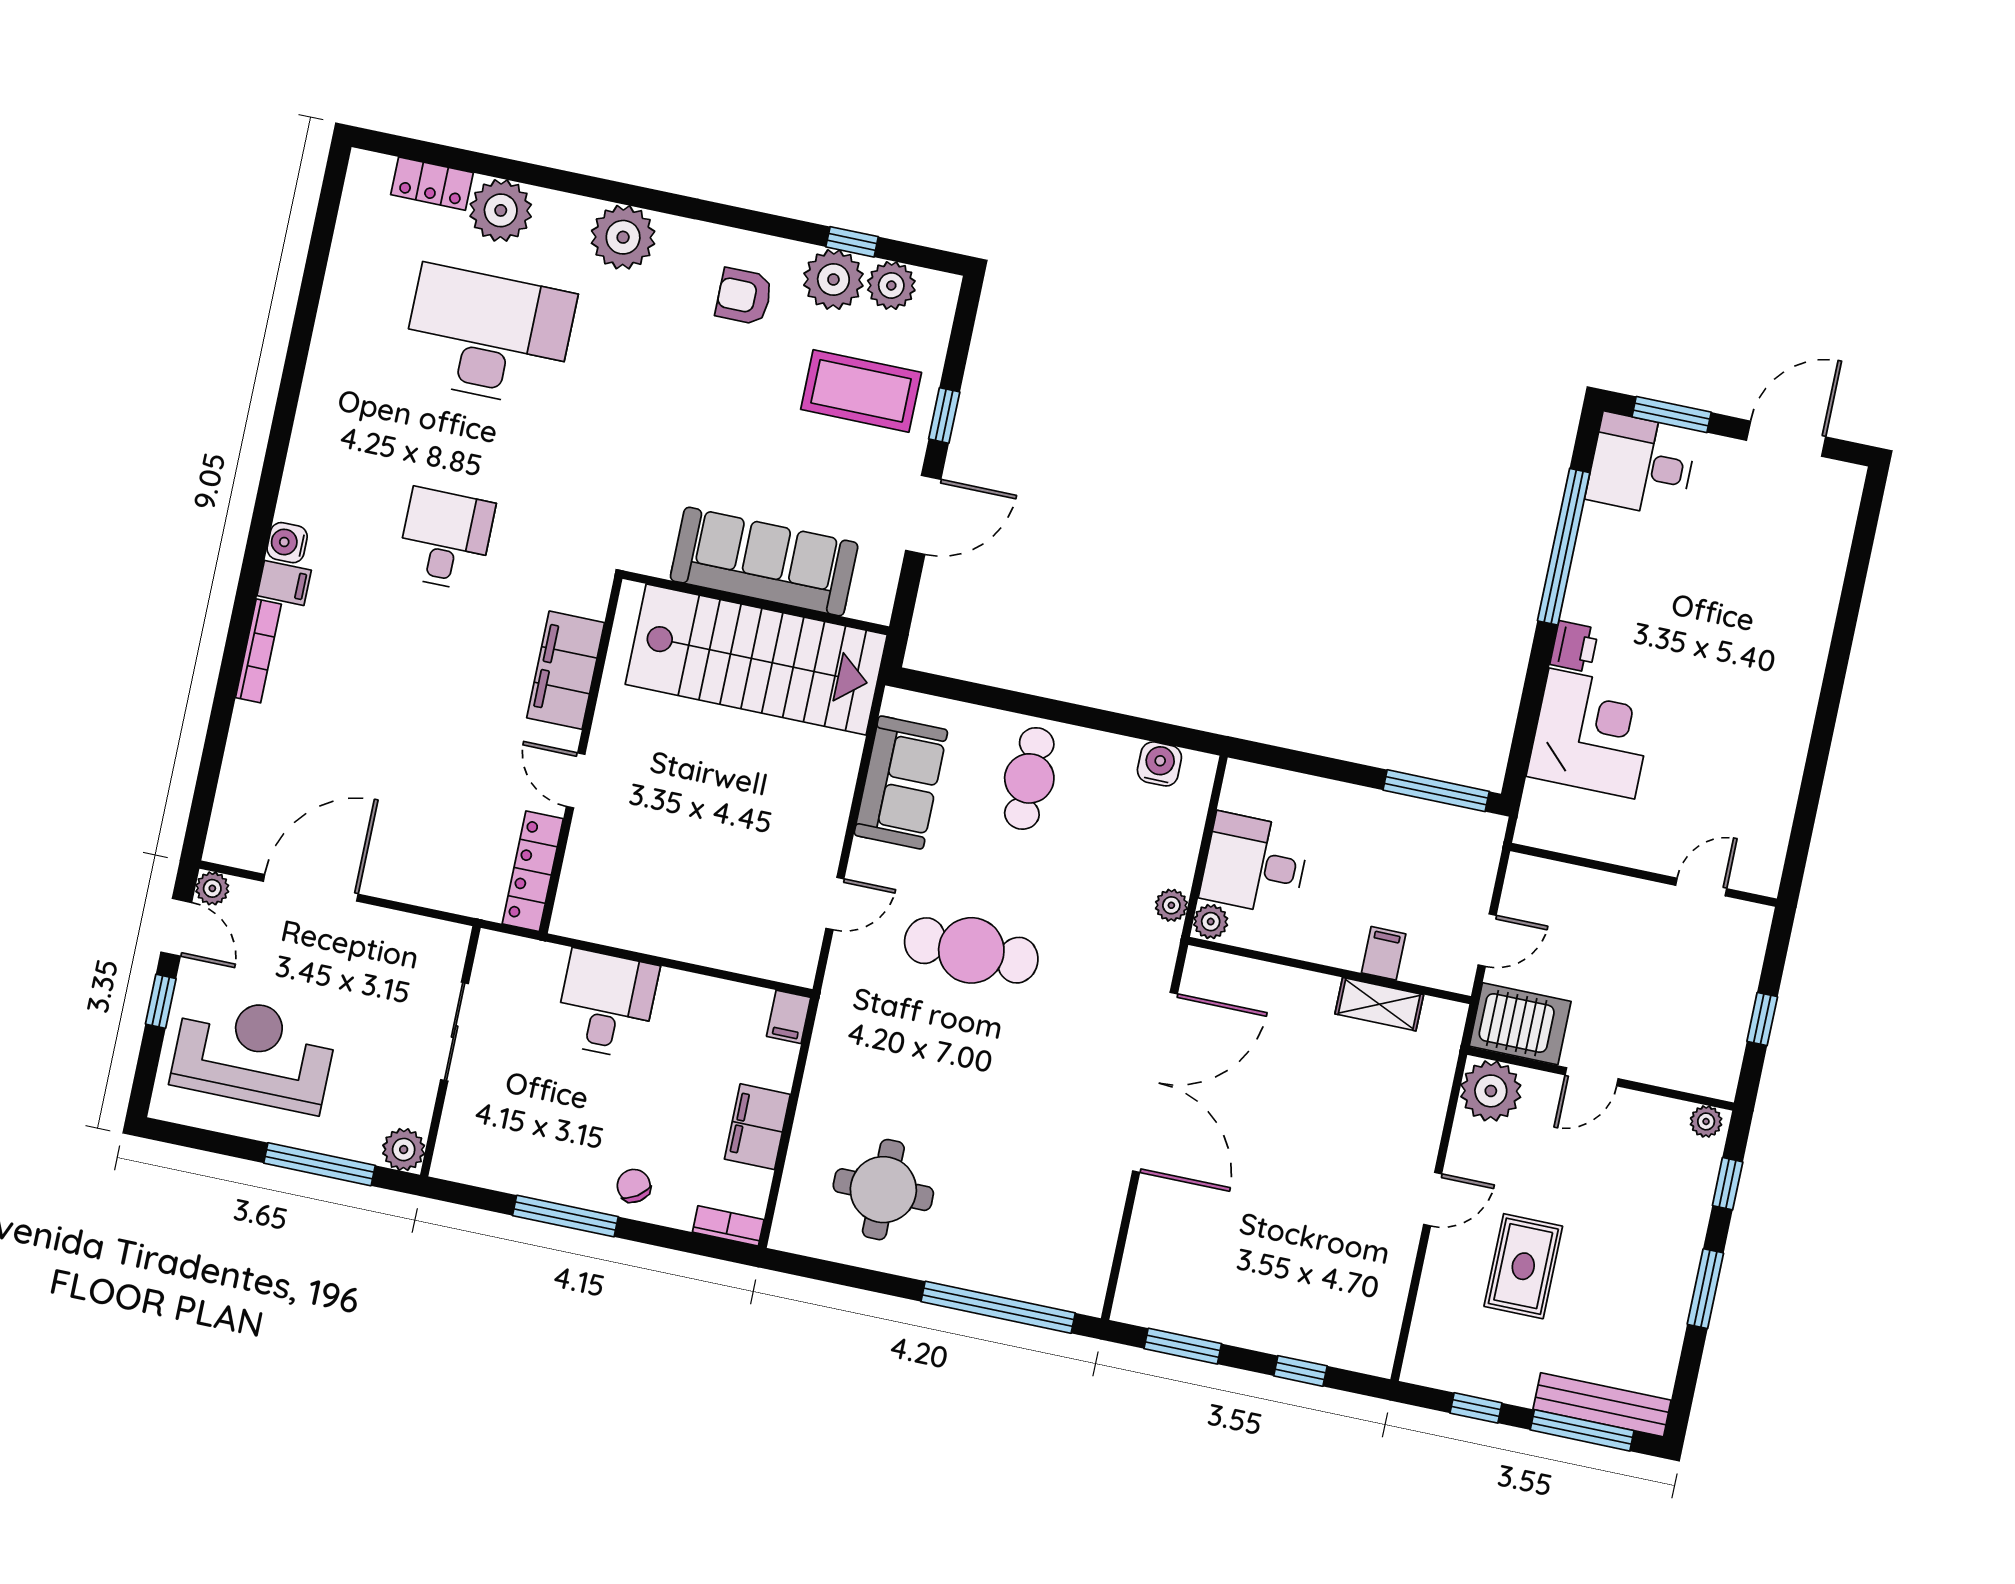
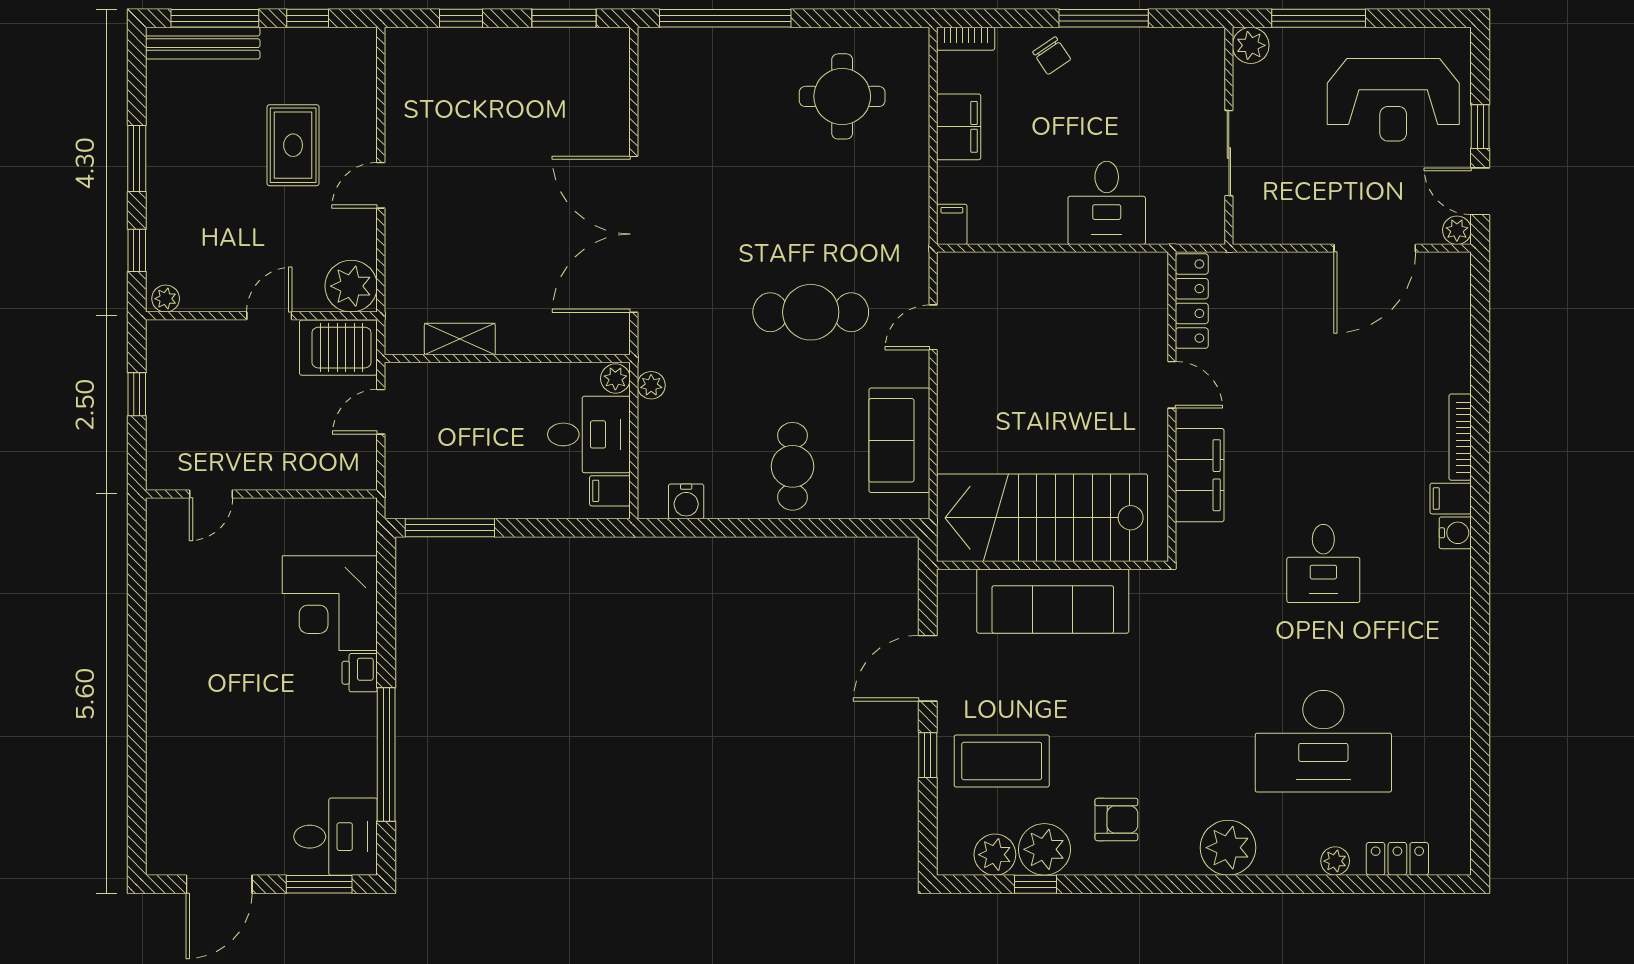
plant: (501, 210) -> (1335, 861), width x0.53, depth x0.53
filing cabinet: (1384, 953) -> (610, 491), moved, turned 90

